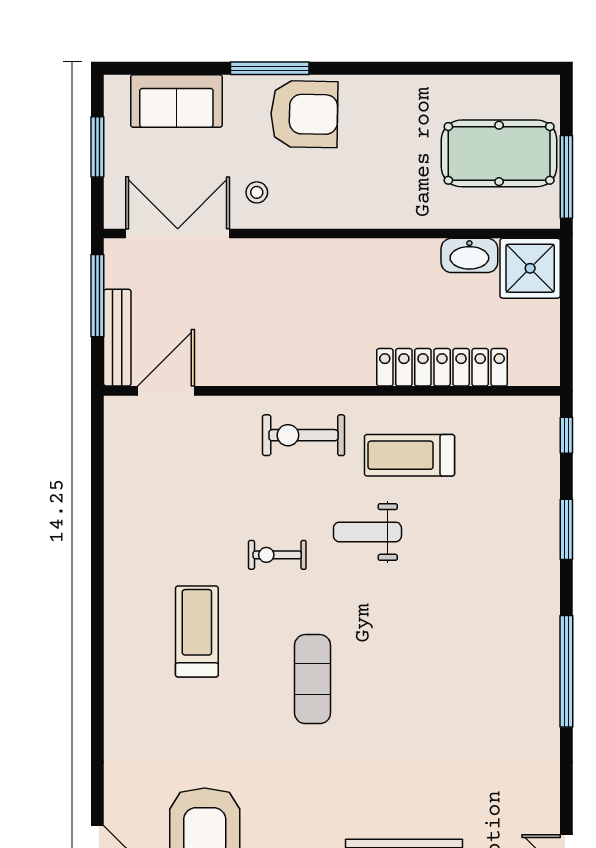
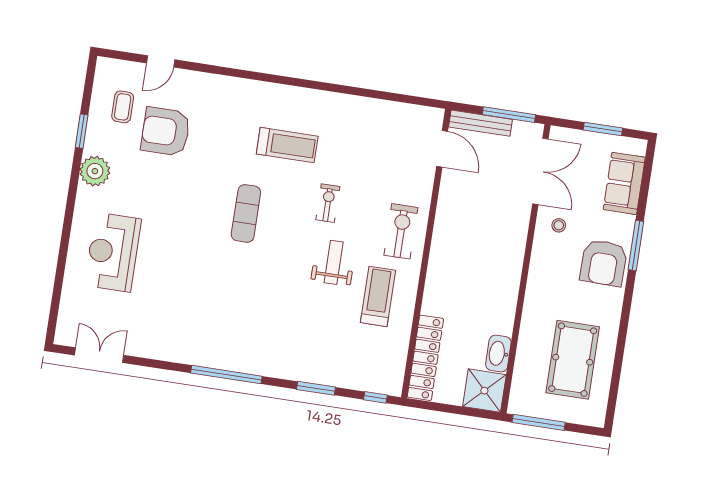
pool table: (499, 153) -> (573, 360), moved
locker: (442, 367) -> (425, 358), moved
exercise mat: (313, 679) -> (246, 213), turned 90

